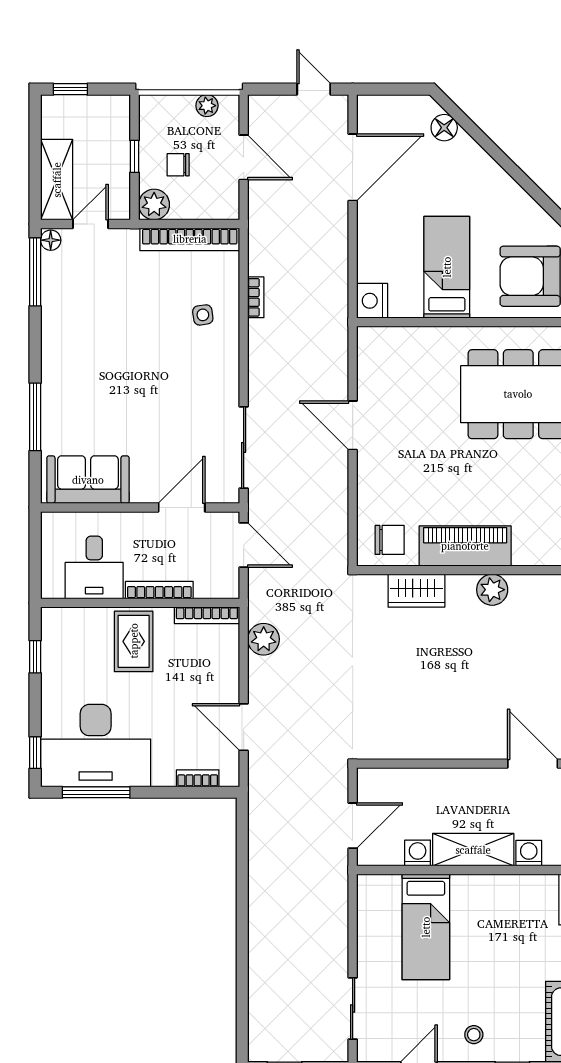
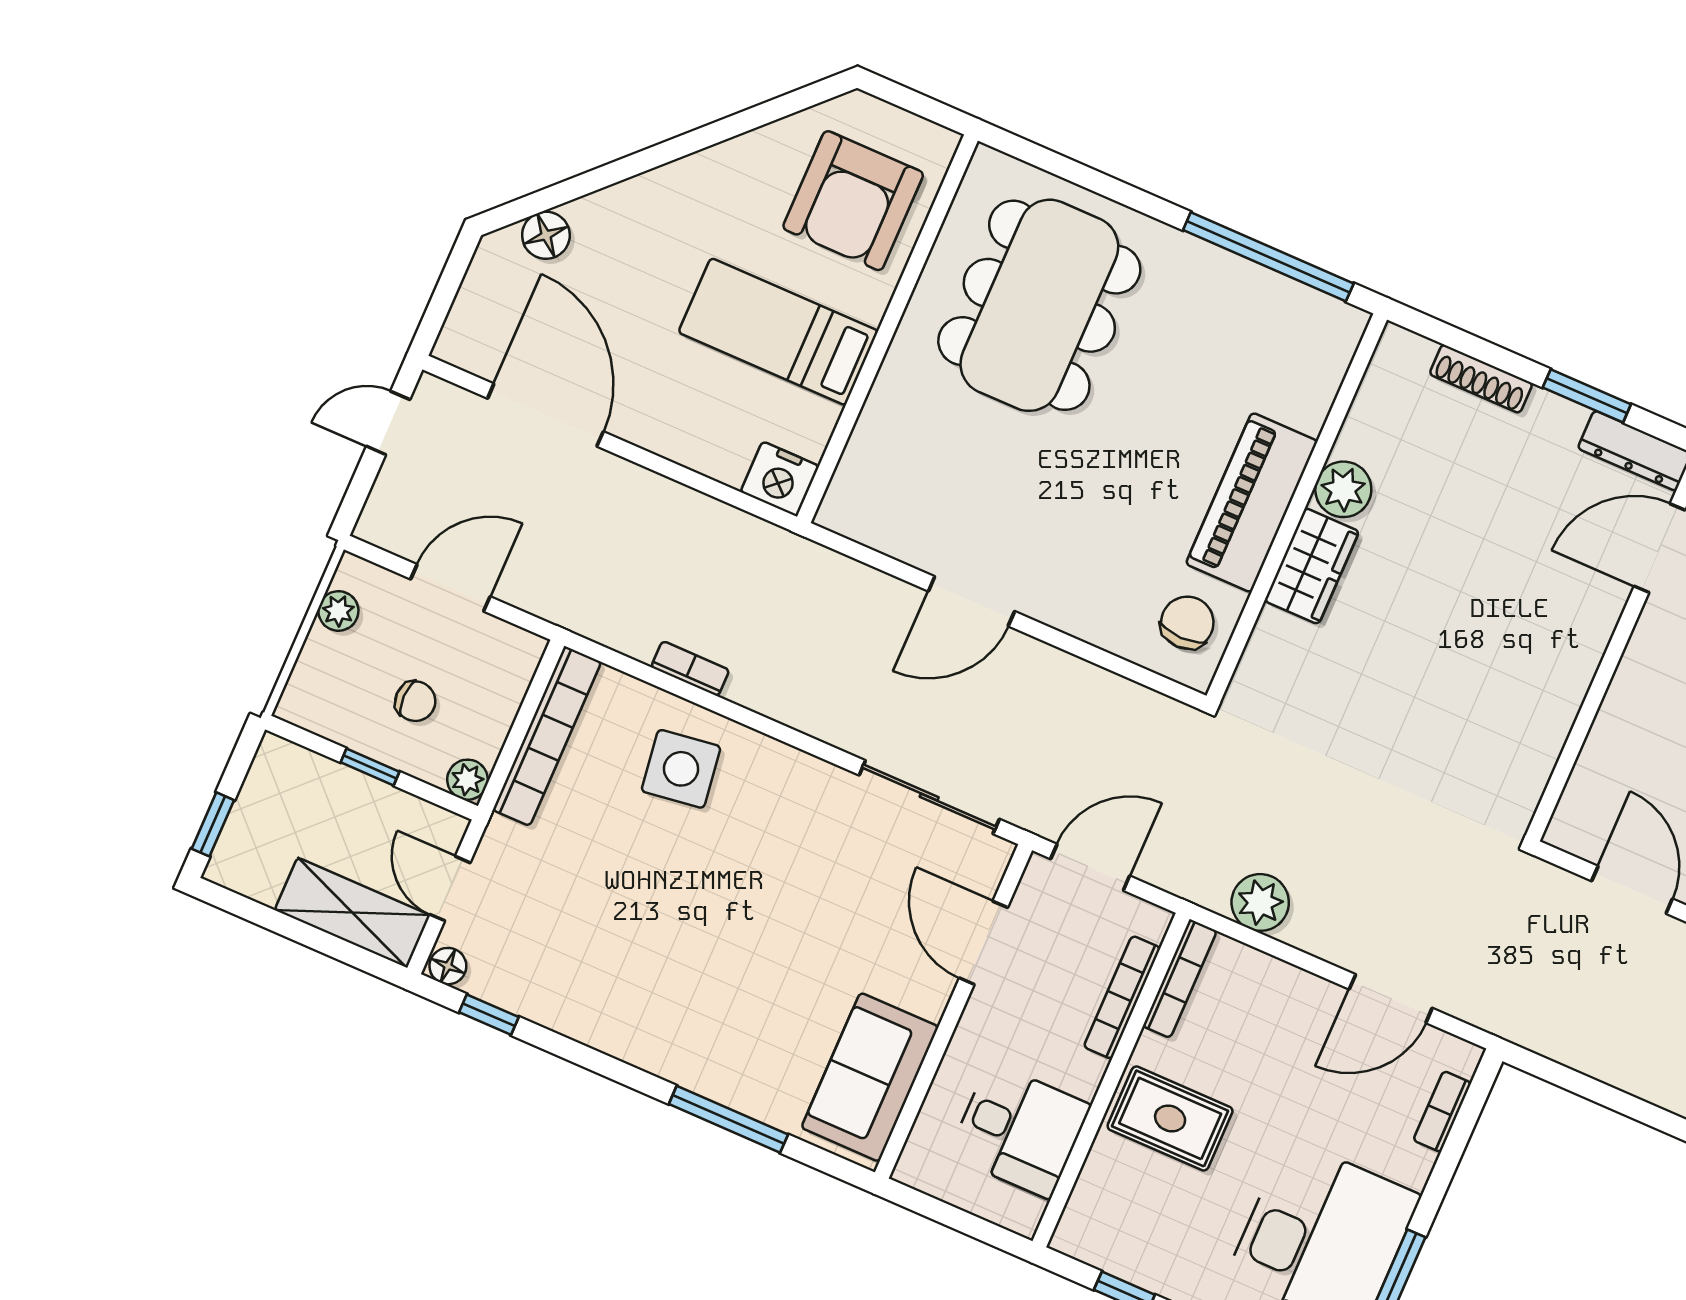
chair: (178, 165) -> (415, 701), turned -90
plant: (154, 205) -> (467, 780), width x0.73, depth x0.73
window: (35, 272) -> (489, 1015), width x0.46
side table: (203, 315) -> (681, 769), width x1.87, depth x1.87
bookcase: (159, 590) -> (1122, 997), moved
wardrobe: (416, 591) -> (1312, 566), moved

